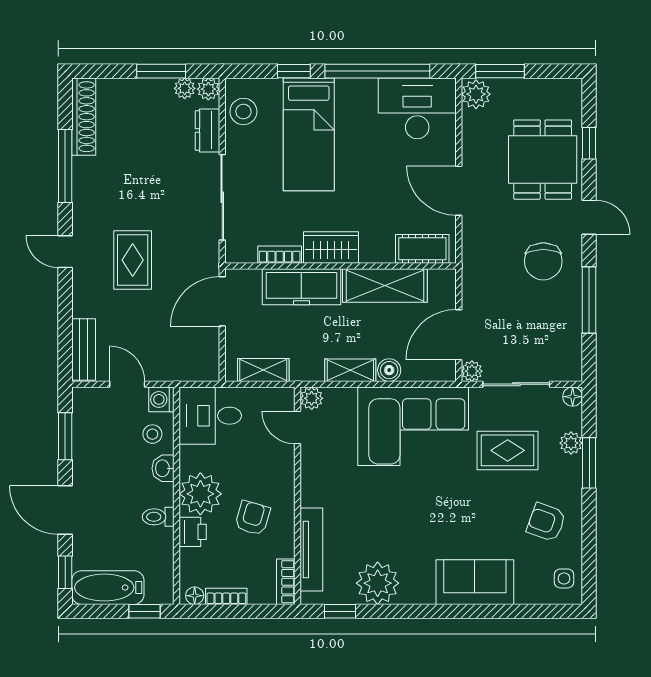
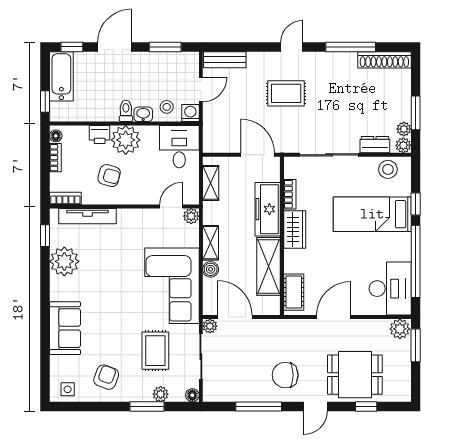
toilet: (158, 517) -> (126, 111), moved

